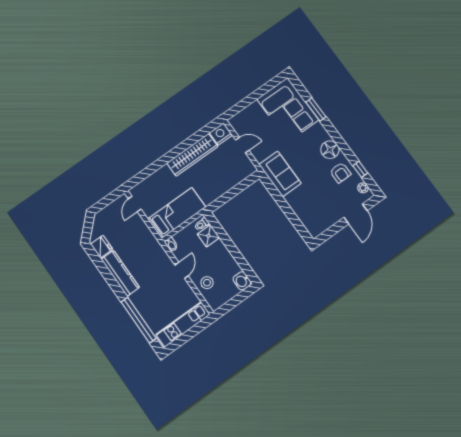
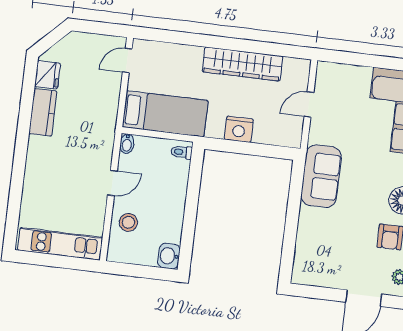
nightstand: (221, 134) -> (239, 129), moved, turned 180
door: (242, 145) -> (309, 105), swing flipped
shower: (208, 236) -> (177, 172), removed
kitchen counter: (120, 273) -> (43, 112), width x0.67
window: (139, 320) -> (16, 194), removed

